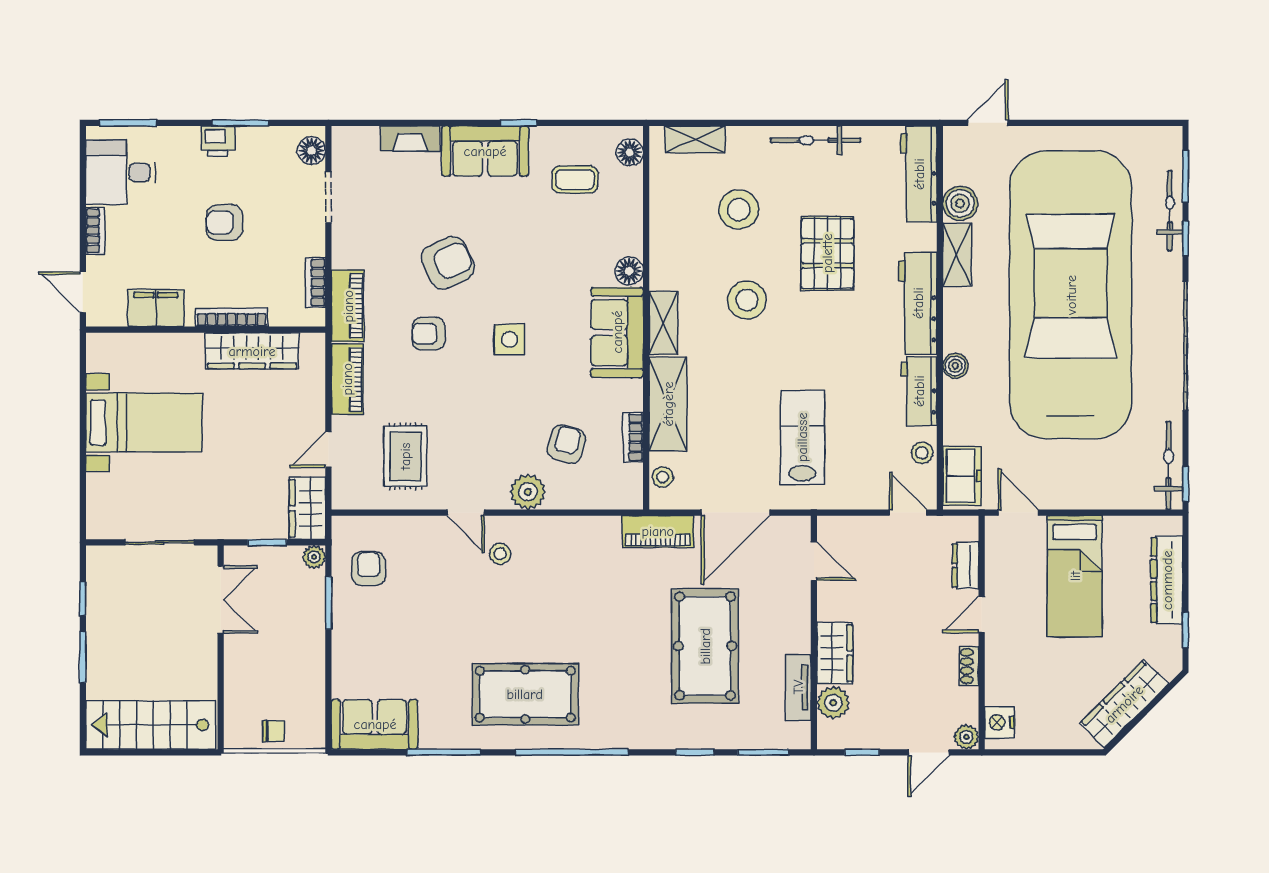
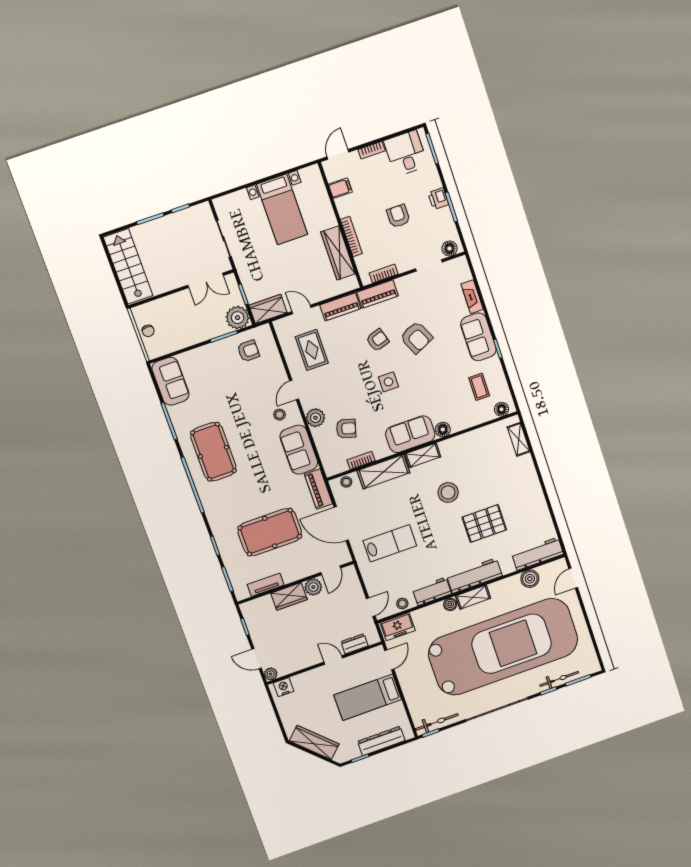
door: (988, 123) -> (573, 578), swing flipped
bicycle: (815, 140) -> (538, 498), removed
stool: (739, 210) -> (491, 473), removed
shelving: (957, 255) -> (473, 597), moved
filing cabinet: (156, 308) -> (340, 188), width x0.50
armchair: (429, 334) -> (378, 340), turned 72
rug: (405, 456) -> (312, 350), turned 90
sofa: (575, 542) -> (299, 450), added
plant: (314, 557) -> (238, 318), width x1.88, depth x1.88
shoe rack: (969, 666) -> (306, 663), removed
plant: (833, 703) -> (313, 587), moved

